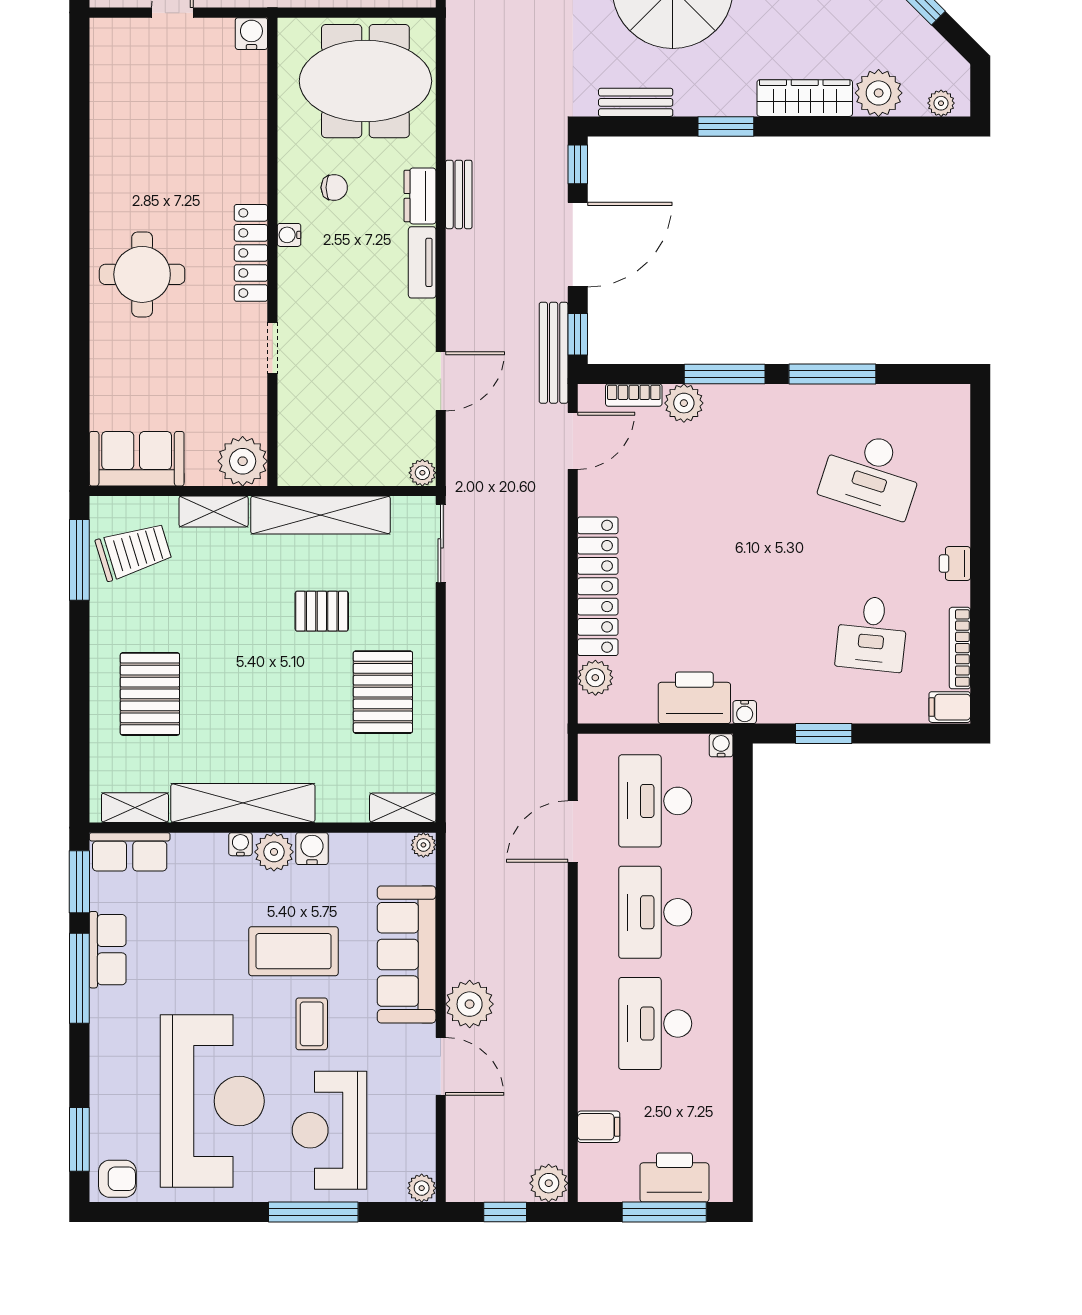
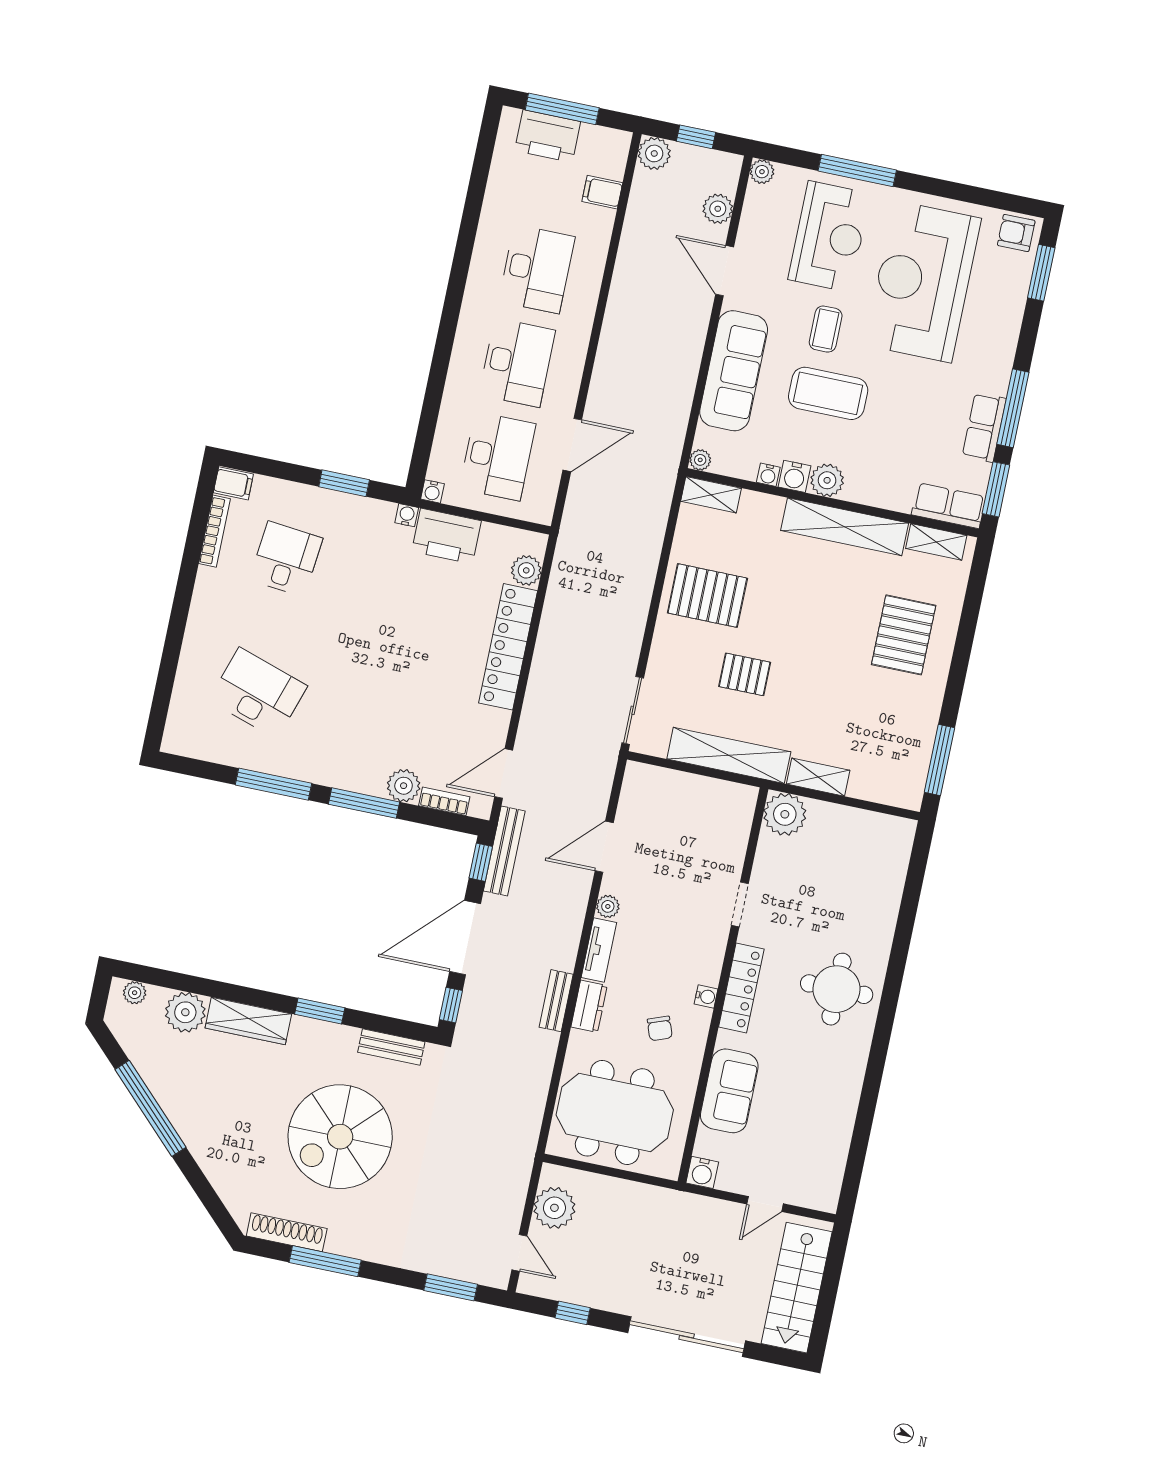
chair: (334, 187) -> (660, 1028), turned -110
sofa: (137, 459) -> (729, 1091), moved, turned -90
plant: (422, 473) -> (608, 906), moved
trolley: (134, 551) -> (892, 758), removed
printer: (955, 564) -> (204, 603), removed
pallet: (383, 692) -> (707, 596), turned 90
water cooler: (240, 844) -> (768, 475), moved
plant: (470, 1004) -> (718, 209), moved, width x0.73, depth x0.73

